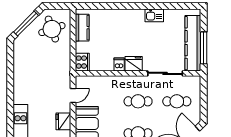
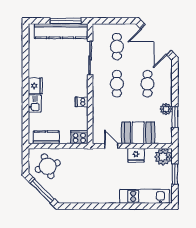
kitchen sink: (154, 15) -> (35, 103), moved
fridge: (134, 64) -> (35, 86), moved, turned 180

